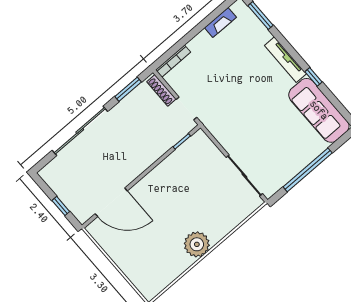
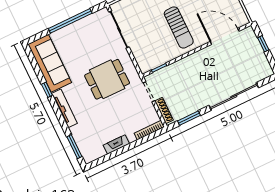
fireplace: (220, 23) -> (116, 144), moved
dining table: (242, 110) -> (107, 79), added
sun lounger: (171, 198) -> (179, 27), added

